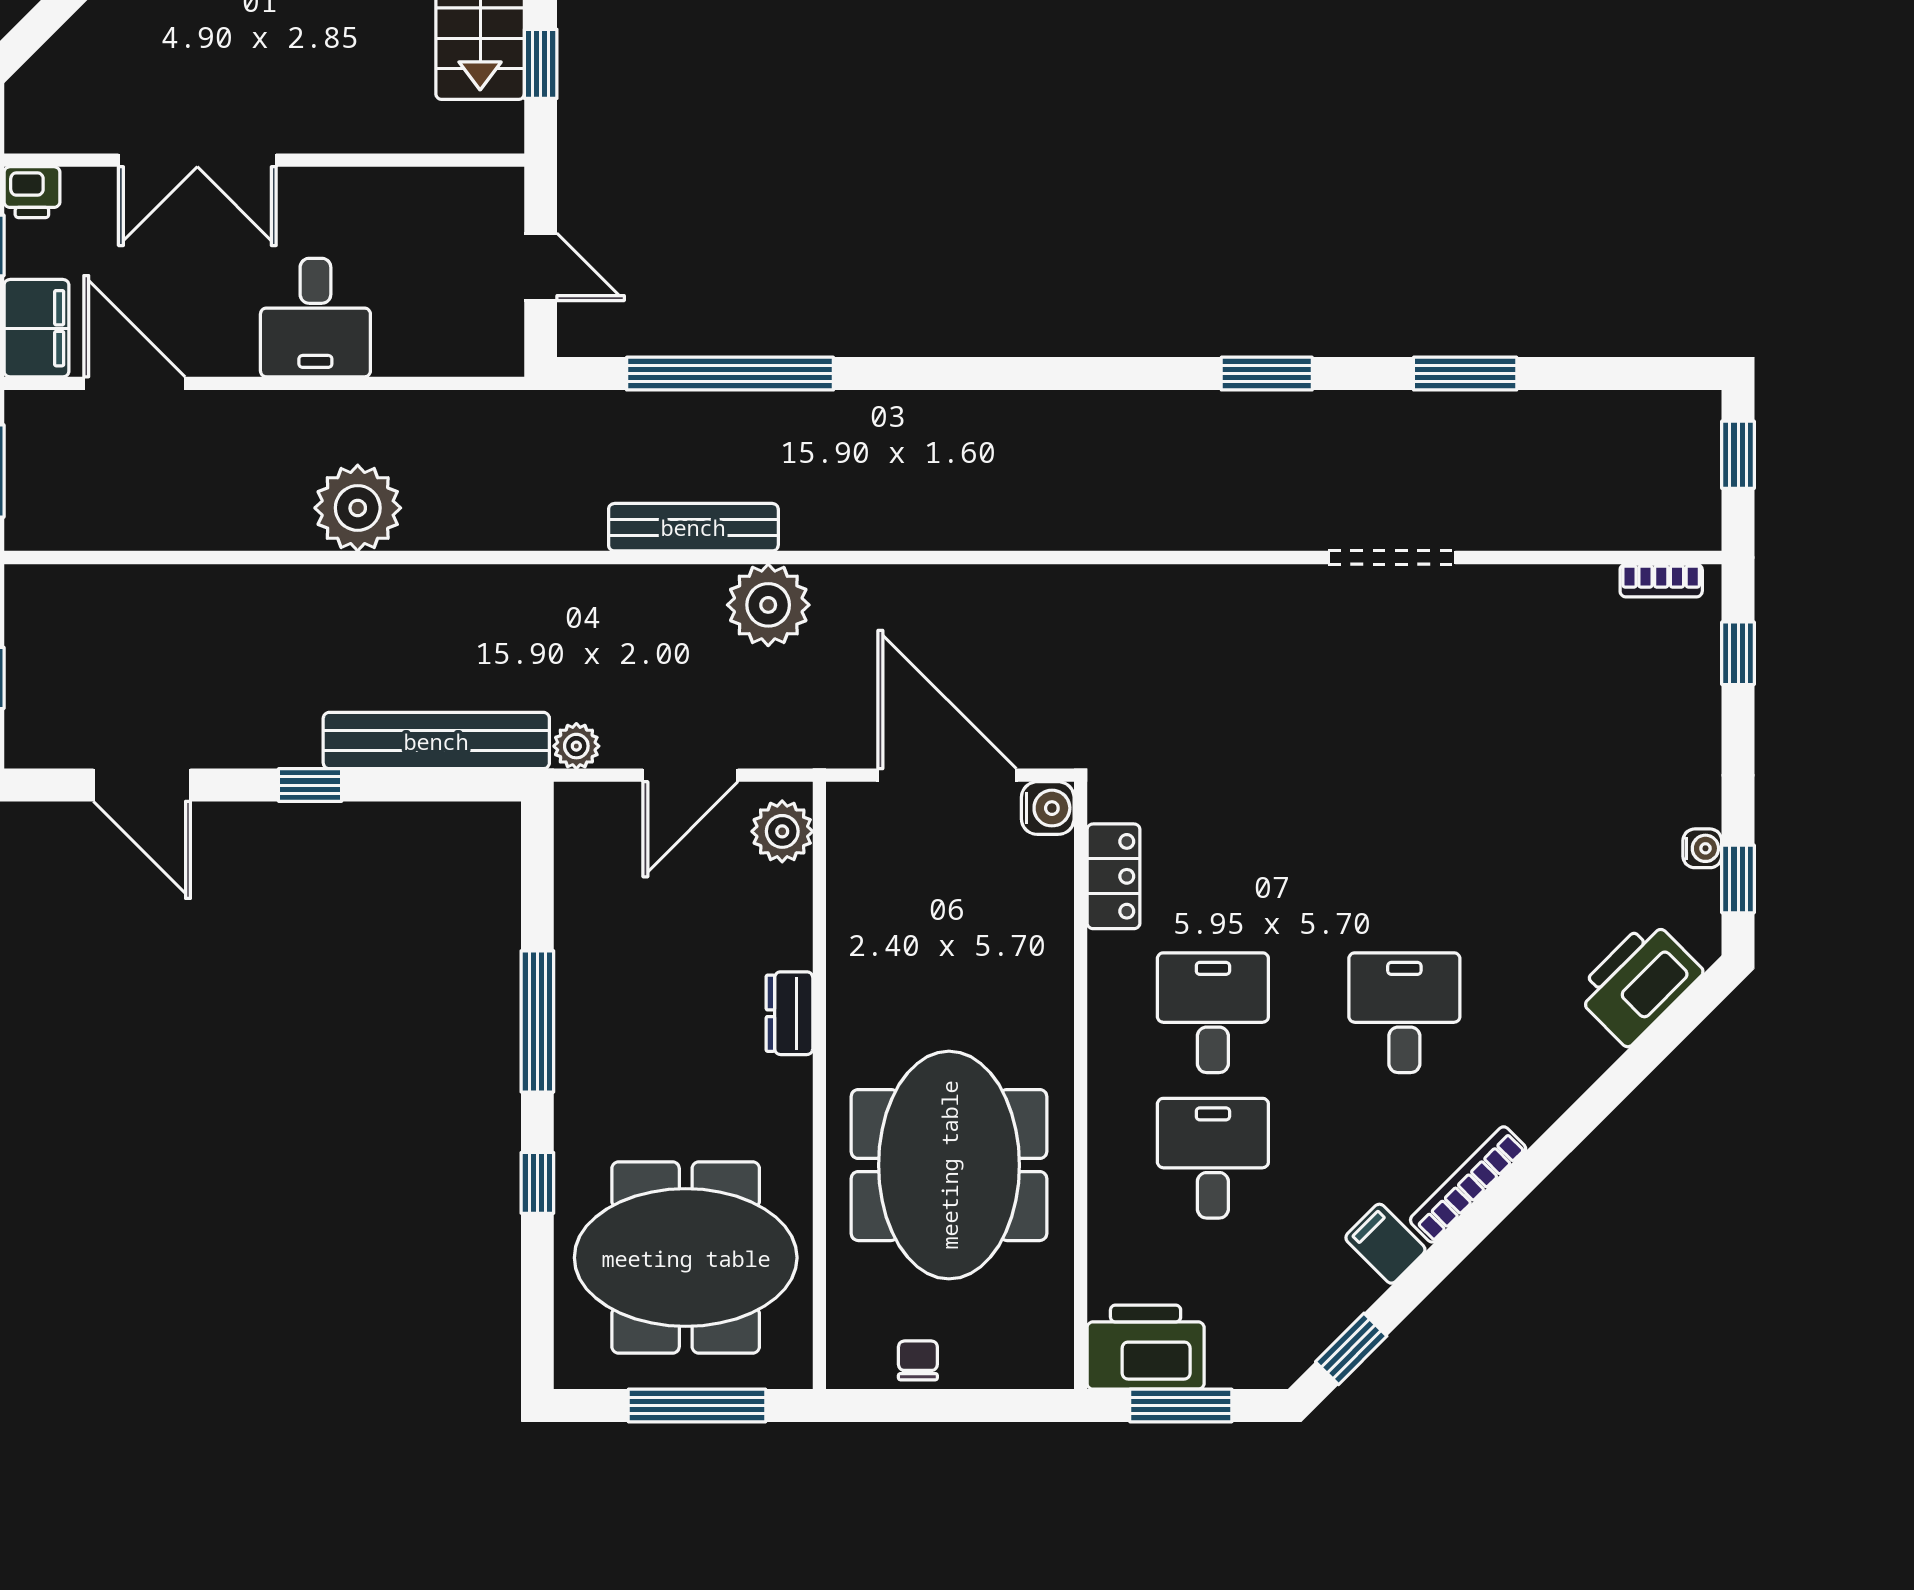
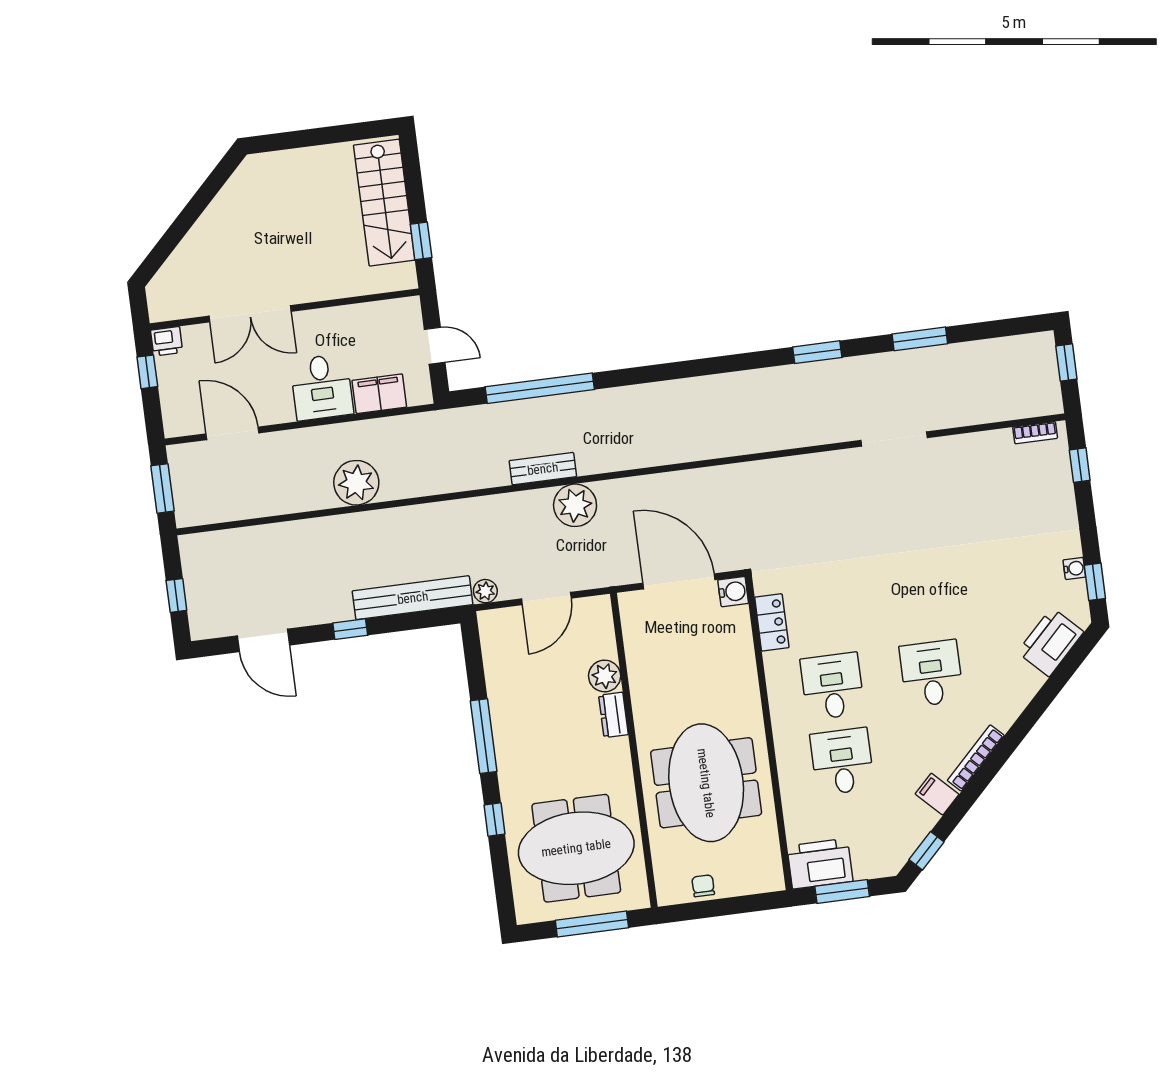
filing cabinet: (36, 328) -> (379, 394), moved, turned -90
bench: (693, 527) -> (543, 469), width x0.73
plant: (782, 831) -> (605, 676), moved

